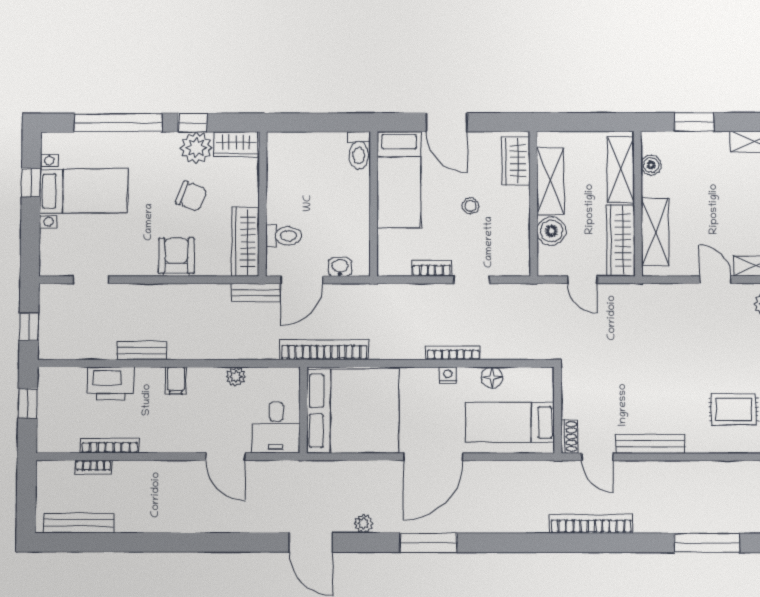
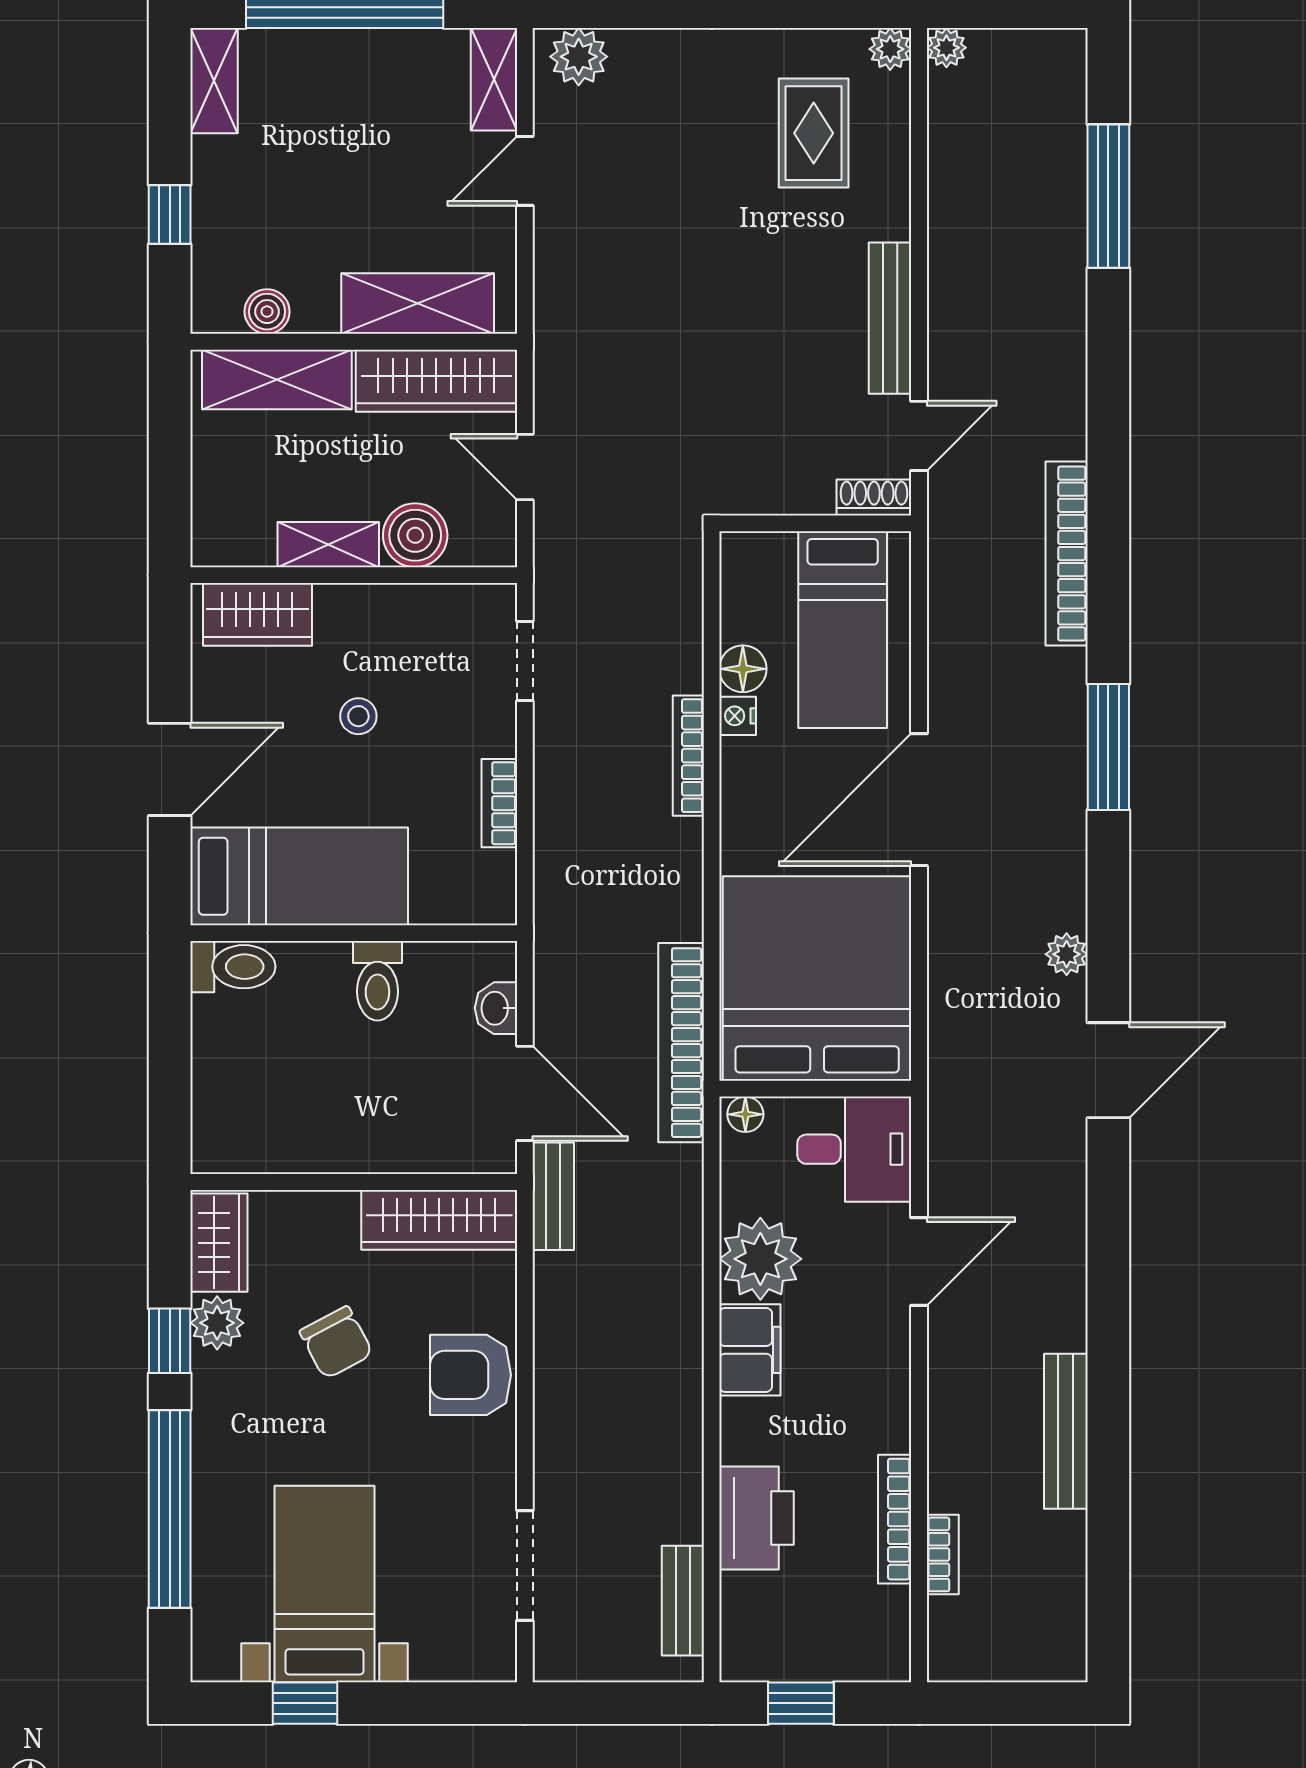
window: (694, 122) -> (170, 214), width x0.67
plant: (196, 148) -> (217, 1323), width x0.73, depth x0.73
shelving: (550, 181) -> (328, 545), width x0.67, depth x0.75
chair: (191, 196) -> (336, 1342), turned 132
toilet: (284, 236) -> (377, 981), moved, turned 180
doorway: (91, 280) -> (525, 1565), width x1.38
doorway: (472, 280) -> (525, 661), moved
door: (582, 280) -> (525, 467), swing flipped
window: (29, 327) -> (630, 1703), removed
bench: (142, 350) -> (683, 1601), moved
nightstand: (448, 375) -> (738, 716), moved
plant: (236, 377) -> (760, 1259), width x1.88, depth x1.88
floor lamp: (292, 379) -> (745, 1114), added
filing cabinet: (176, 381) -> (750, 1350), width x2.00
door: (433, 457) -> (919, 800), swing flipped
bench: (79, 523) -> (1066, 1431), moved
bookcase: (591, 524) -> (1067, 554), moved
window: (429, 543) -> (1108, 747), moved

